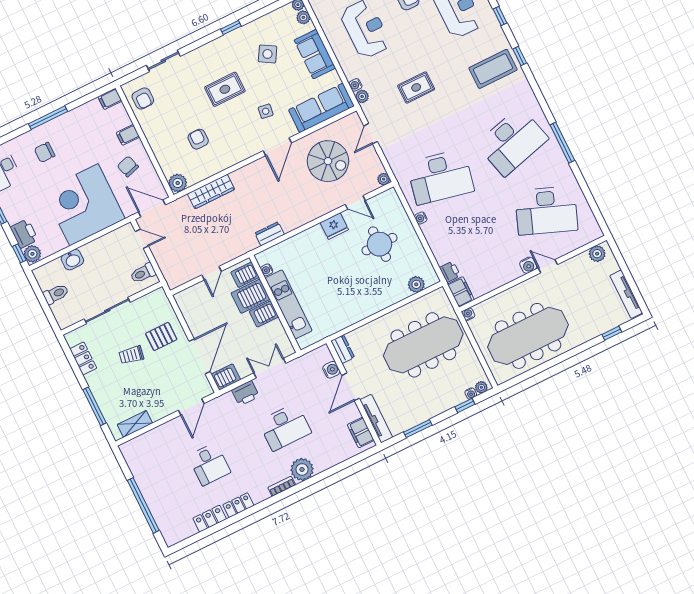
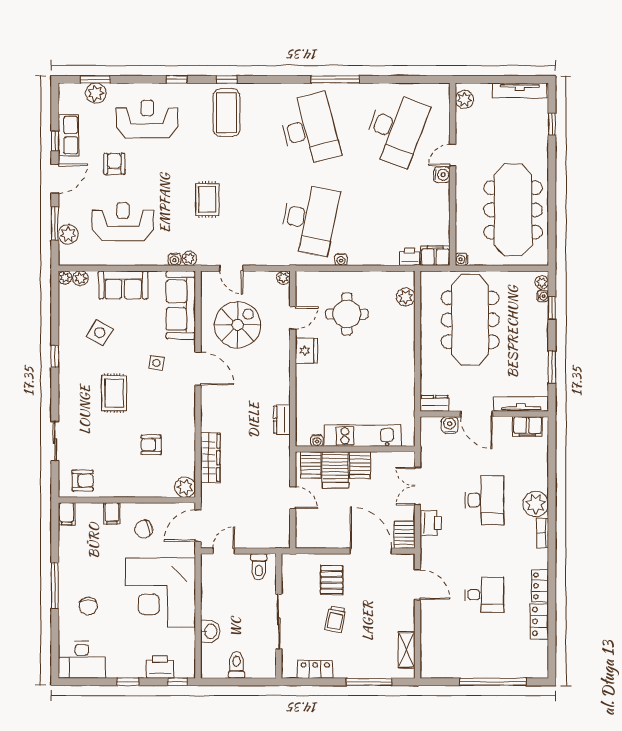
plant: (32, 254) -> (184, 669), removed

